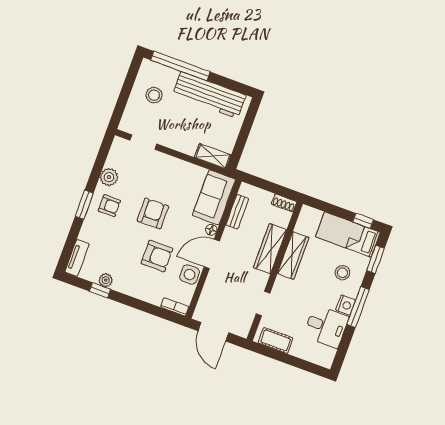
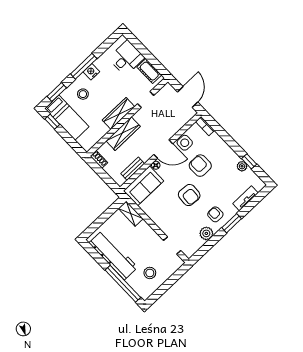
armchair: (153, 213) -> (189, 195), turned -85
wardrobe: (293, 255) -> (119, 113), moved
tv unit: (77, 258) -> (245, 198), moved
desk: (326, 327) -> (126, 58), moved, turned 90

